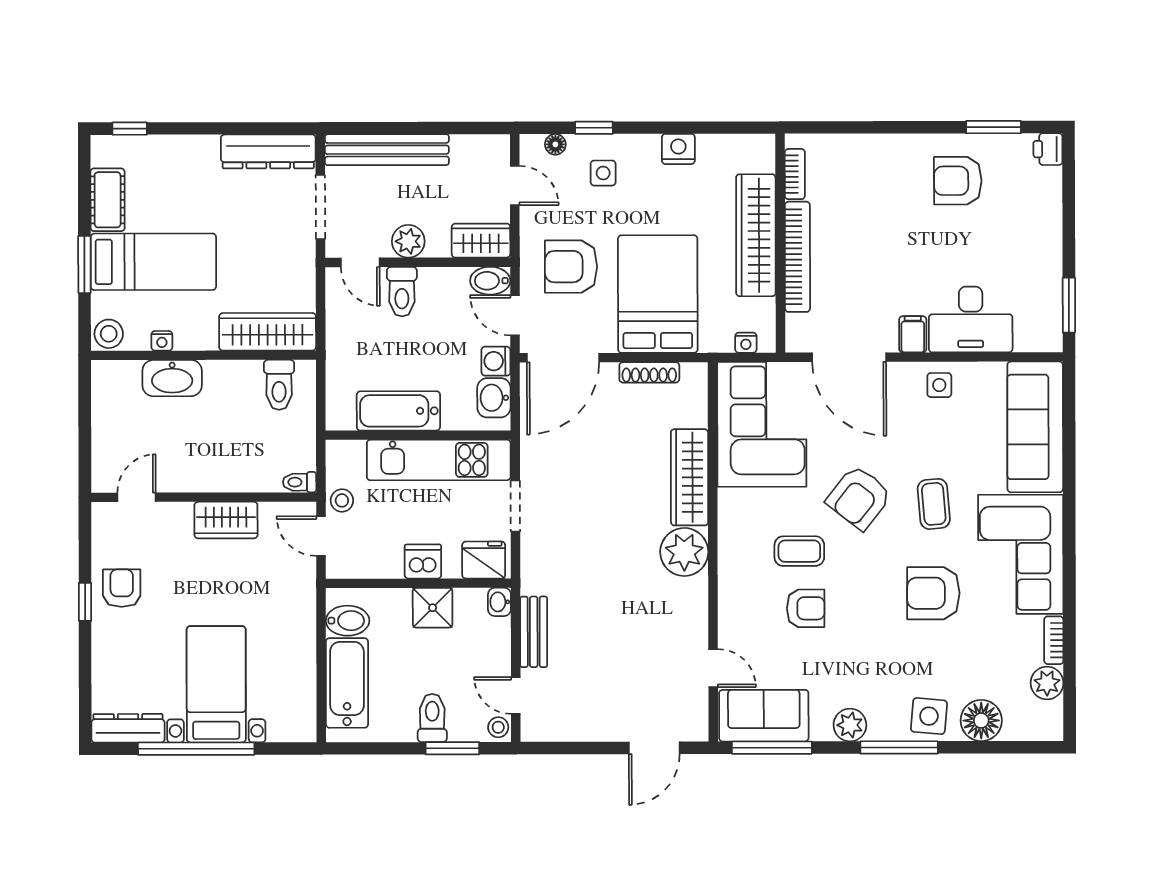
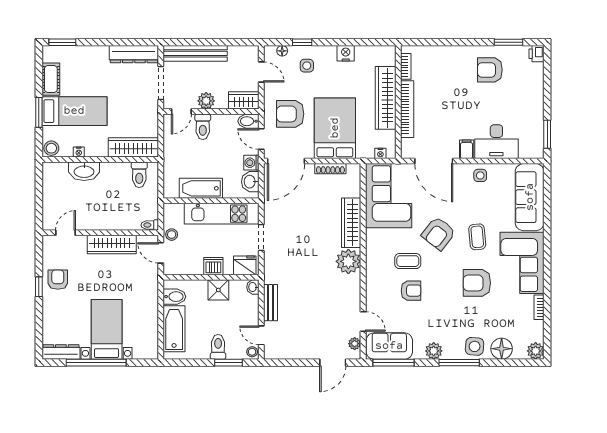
window: (130, 129) -> (62, 42), width x1.50
door: (360, 262) -> (181, 112), hinge flipped
wardrobe: (226, 520) -> (112, 245), width x1.50
plant: (1047, 683) -> (536, 351), moved
plant: (697, 711) -> (355, 344), added

